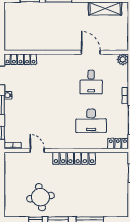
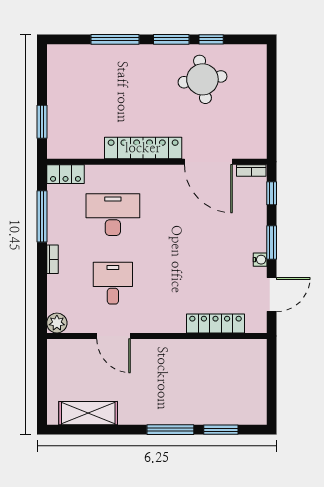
locker: (20, 59) -> (215, 323), moved
door: (37, 151) -> (208, 162), width x1.88

